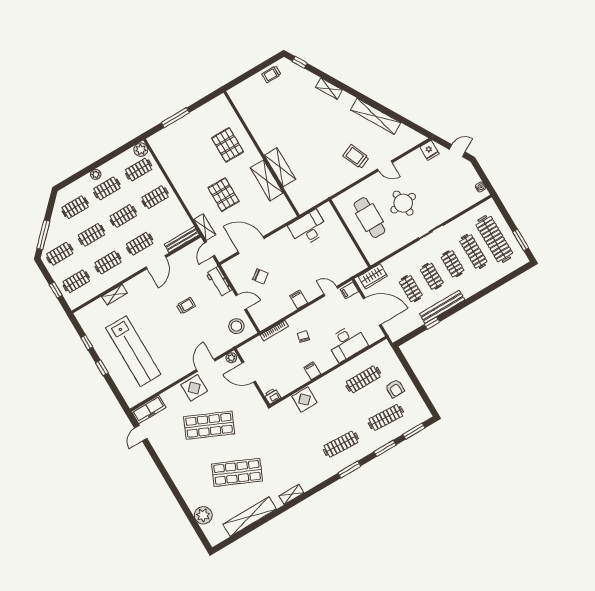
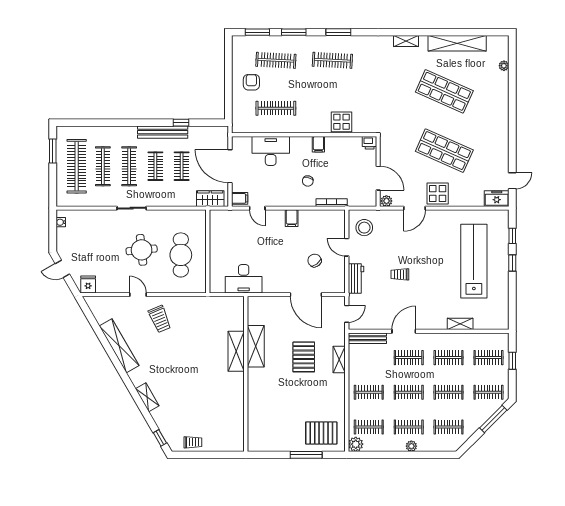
pallet: (228, 145) -> (321, 433), moved, turned 90
shelving: (205, 227) -> (339, 360), moved
clothes rail: (453, 264) -> (129, 166), width x1.36
window: (87, 342) -> (512, 236), moved
freezer: (149, 409) -> (497, 199), width x0.71
plant: (203, 515) -> (504, 66), width x0.53, depth x0.53

